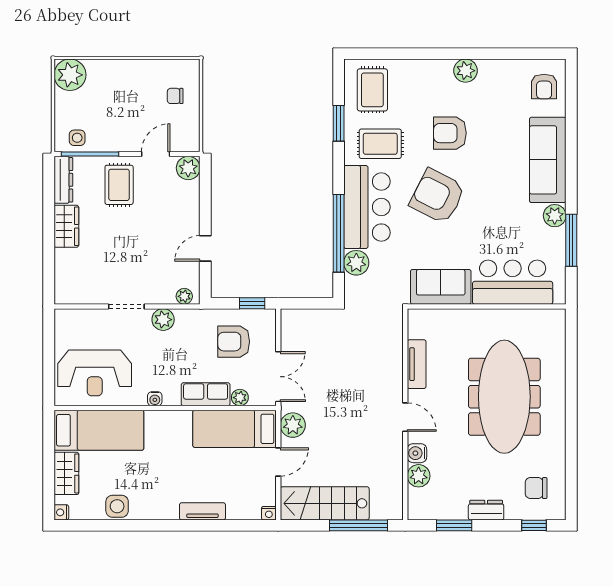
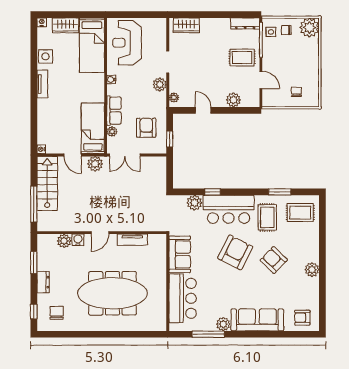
chair: (74, 113) -> (286, 30), added
armchair: (450, 133) -> (274, 260), turned -46
plant: (188, 168) -> (233, 100), moved
wardrobe: (66, 226) -> (186, 25), moved
window: (339, 233) -> (213, 192), width x0.32
tv unit: (202, 511) -> (42, 84), moved

